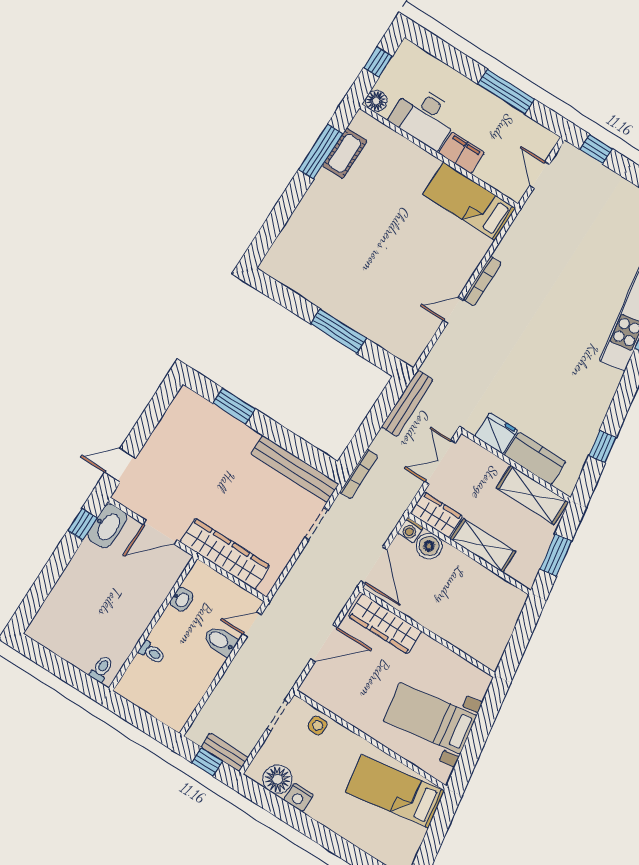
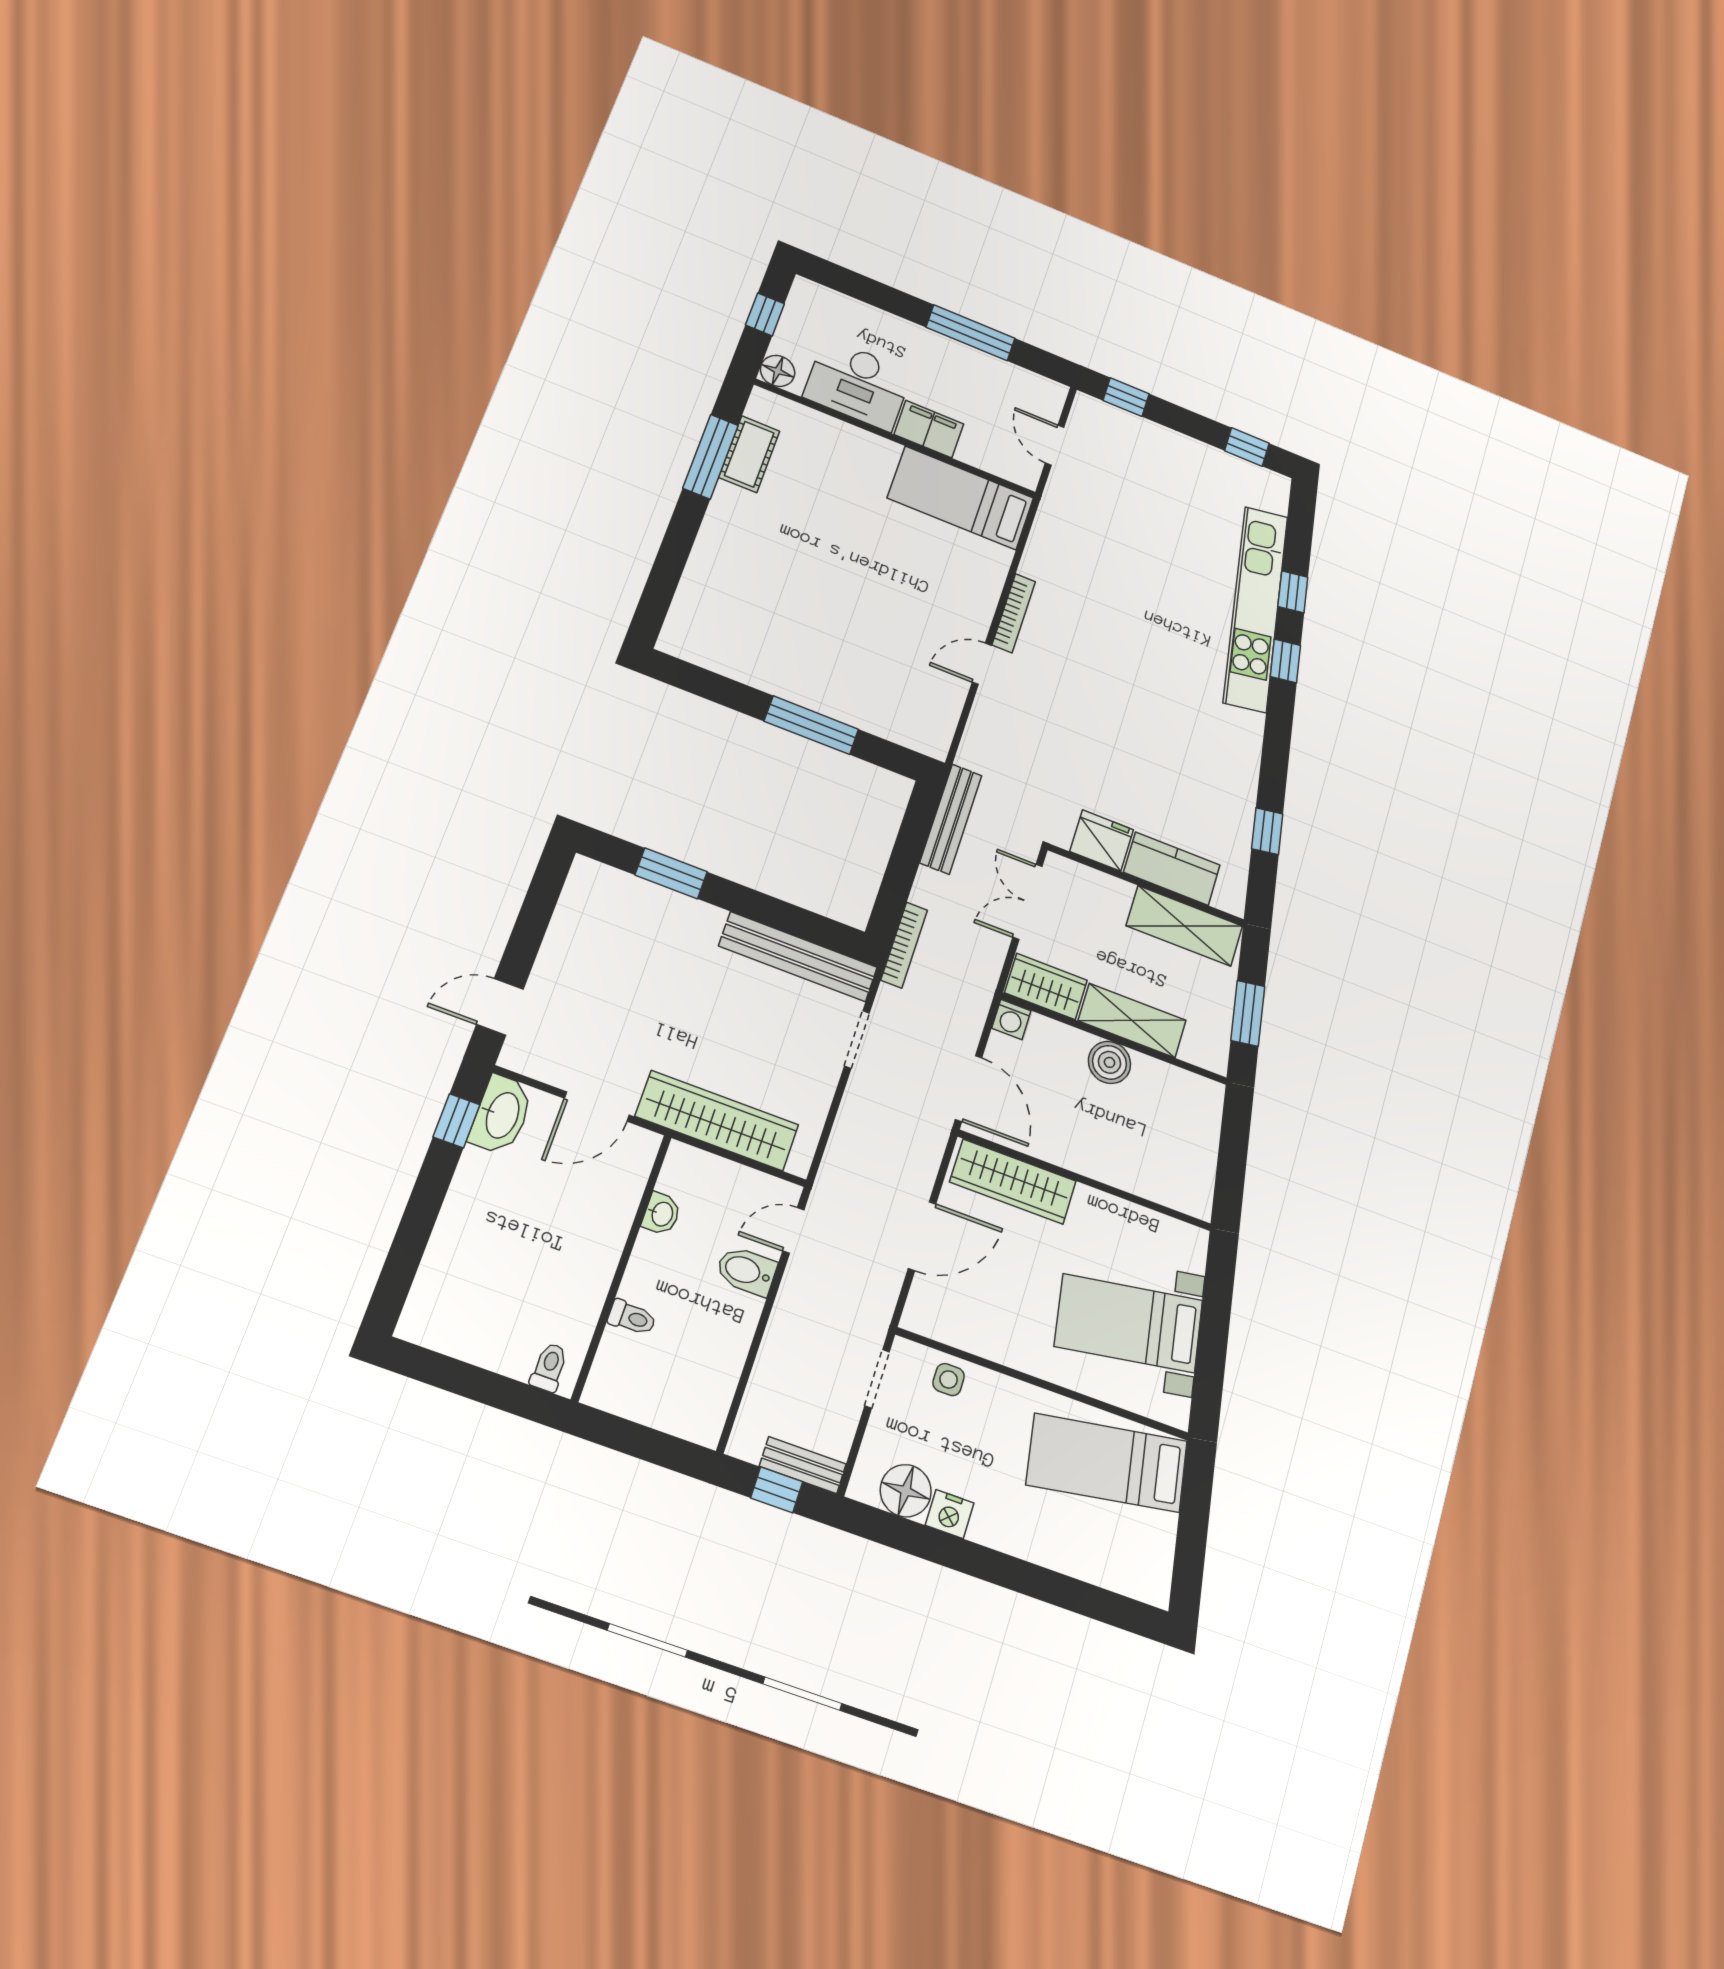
boiler: (429, 546) -> (1109, 1062), moved

